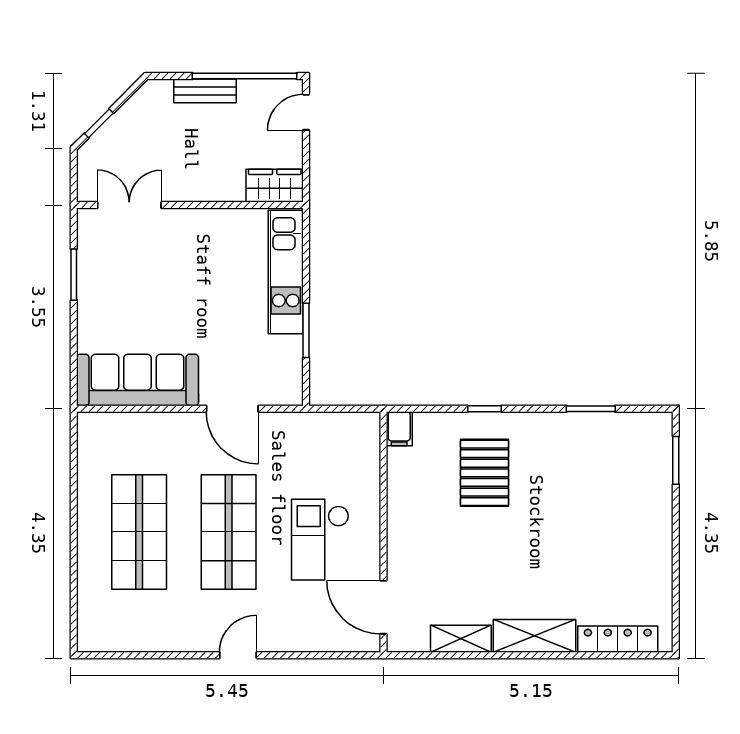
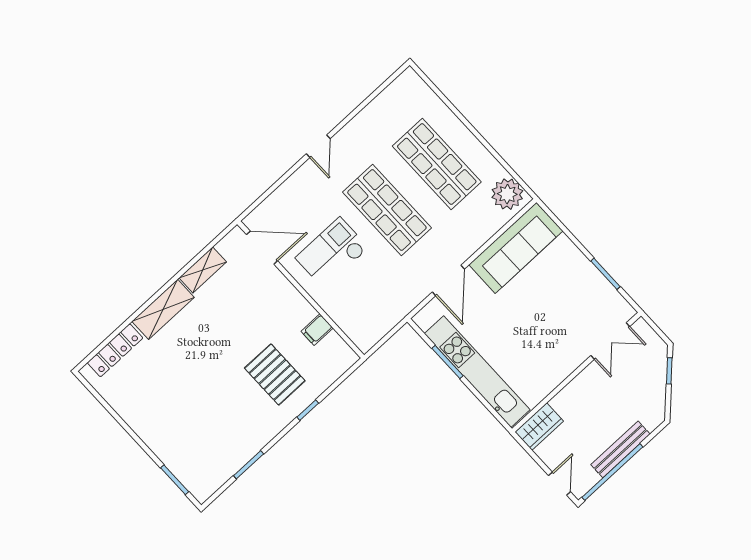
bench: (205, 91) -> (620, 449), width x1.36
kitchen unit: (286, 272) -> (477, 372), width x1.36
door: (232, 409) -> (448, 281), swing flipped
filing cabinet: (399, 429) -> (317, 330), moved, turned -90
plant: (98, 440) -> (507, 194), added
checkout: (320, 540) -> (332, 253), turned -90

